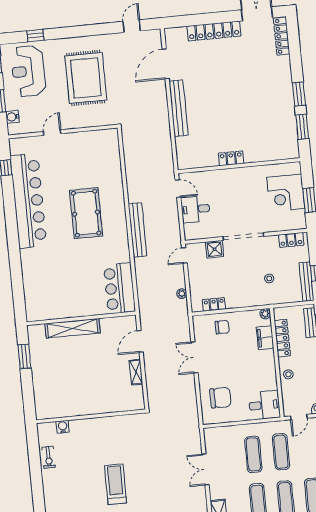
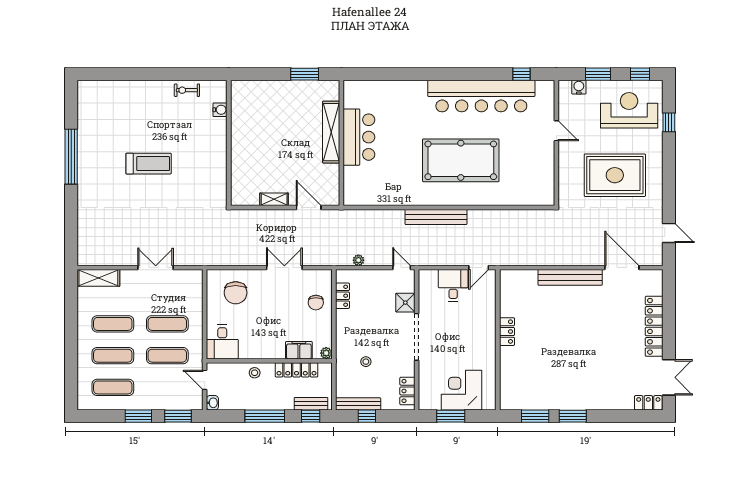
locker: (282, 36) -> (648, 403), width x0.66
pool table: (86, 213) -> (461, 160), width x1.36, depth x1.32
bar counter: (120, 288) -> (359, 137), moved, turned 90

